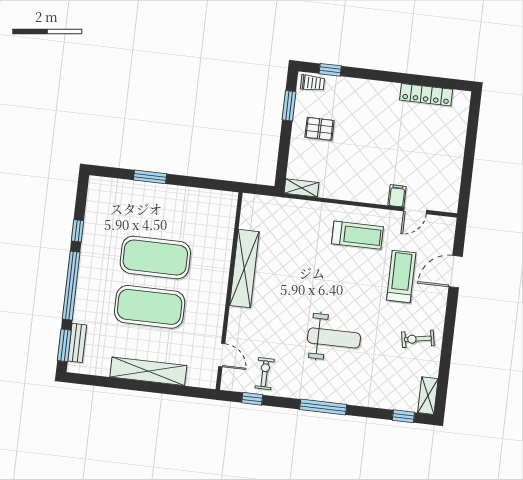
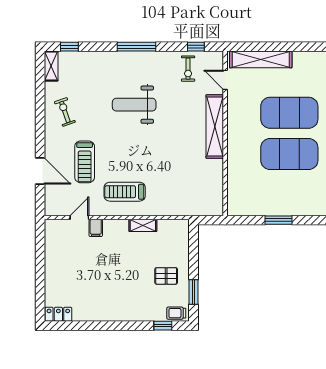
locker: (426, 95) -> (58, 314), moved, width x0.66
window: (150, 177) -> (278, 220), moved
shelving: (301, 188) -> (143, 225), moved
shelving: (244, 269) -> (215, 126), moved
door: (456, 272) -> (40, 171), hinge flipped
exercise bike: (418, 339) -> (65, 112), turned -99
shelving: (148, 371) -> (261, 59), moved

